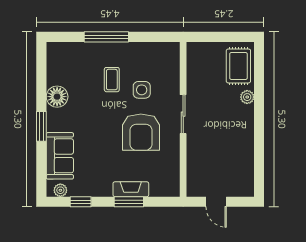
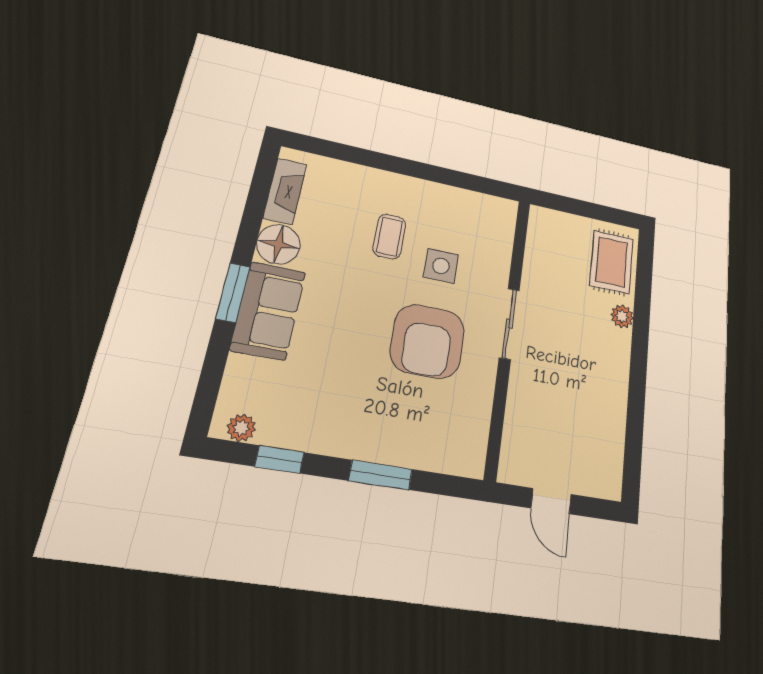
window: (106, 37) -> (393, 164), removed
sofa: (60, 156) -> (268, 311), moved
fireplace: (131, 189) -> (285, 191), moved, turned 90

